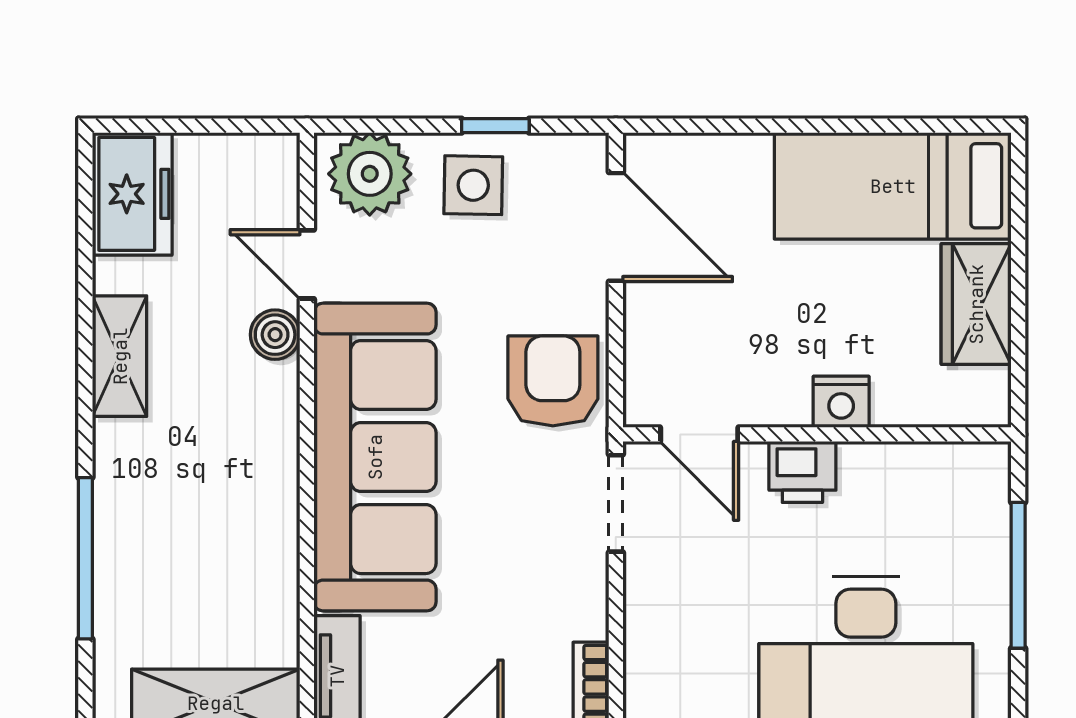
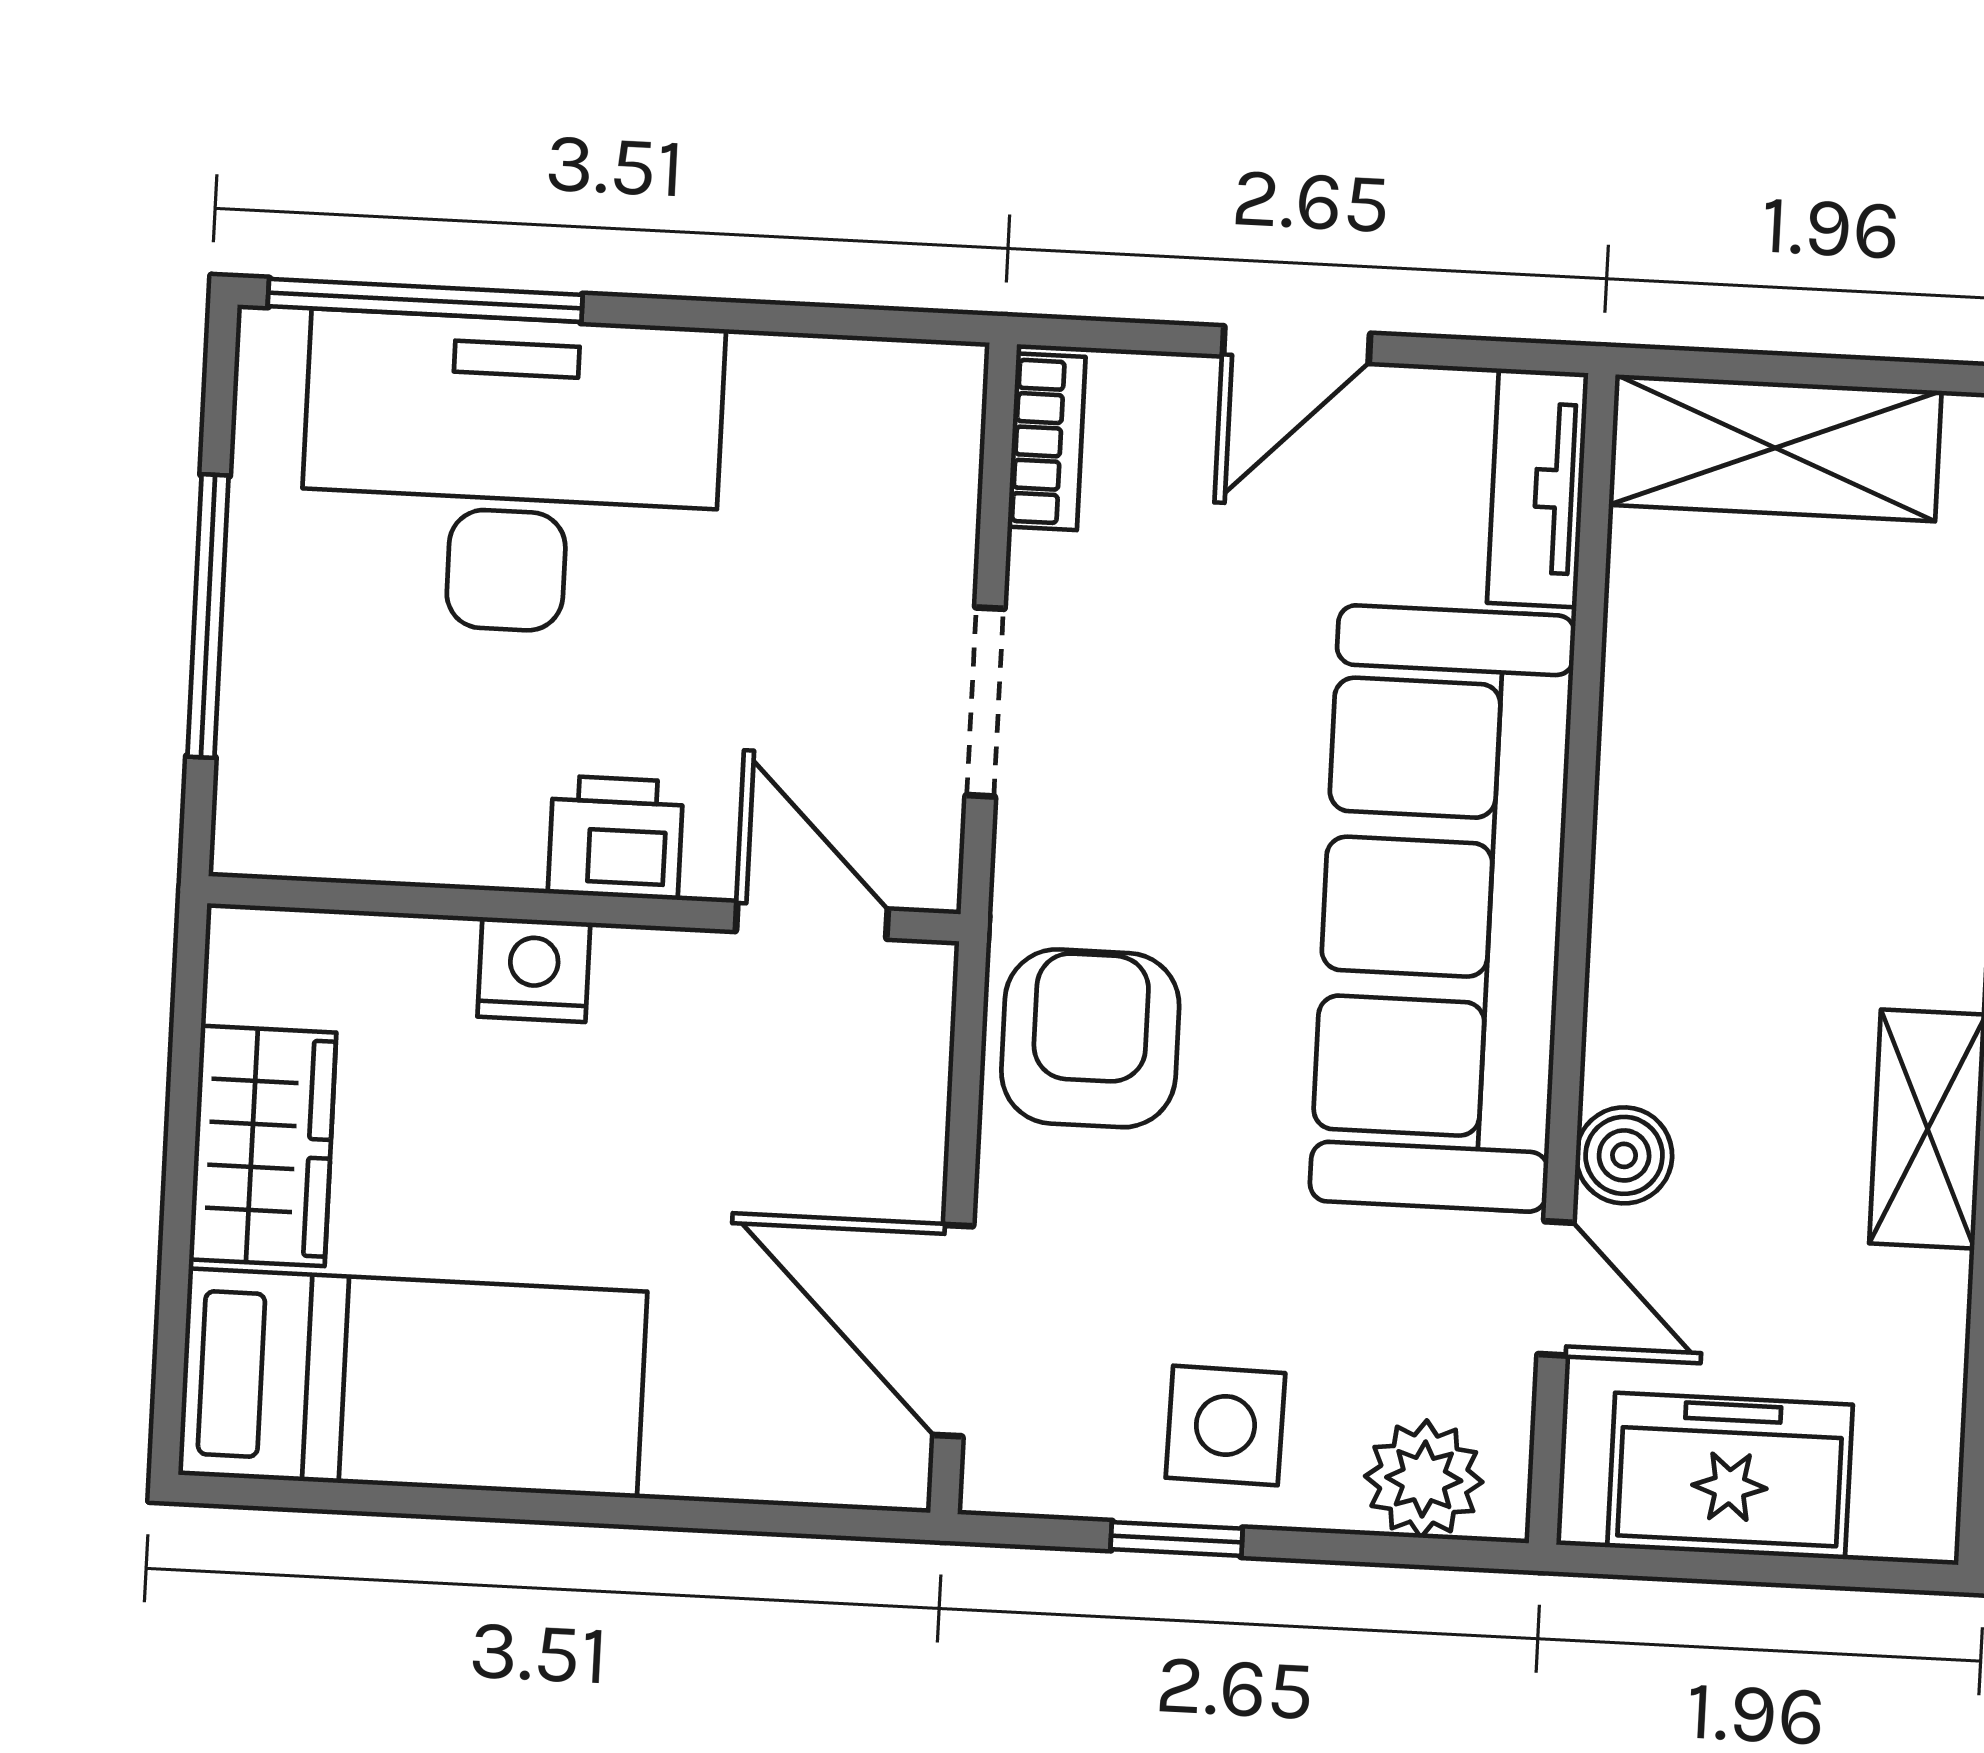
plant: (370, 174) -> (1424, 1479), width x0.73, depth x0.73
freezer: (132, 194) -> (1730, 1476), moved, turned 90
armchair: (553, 381) -> (1090, 1038), turned 180
doorway: (616, 503) -> (985, 702), moved

